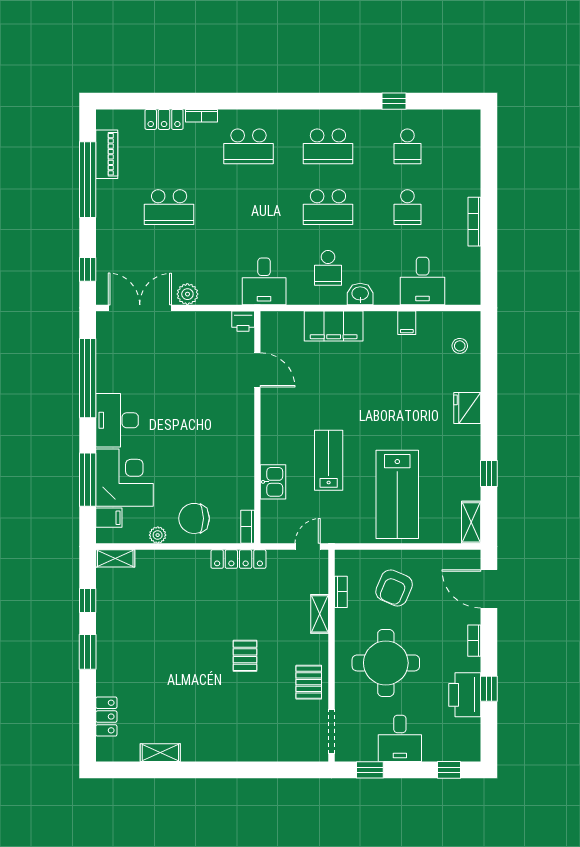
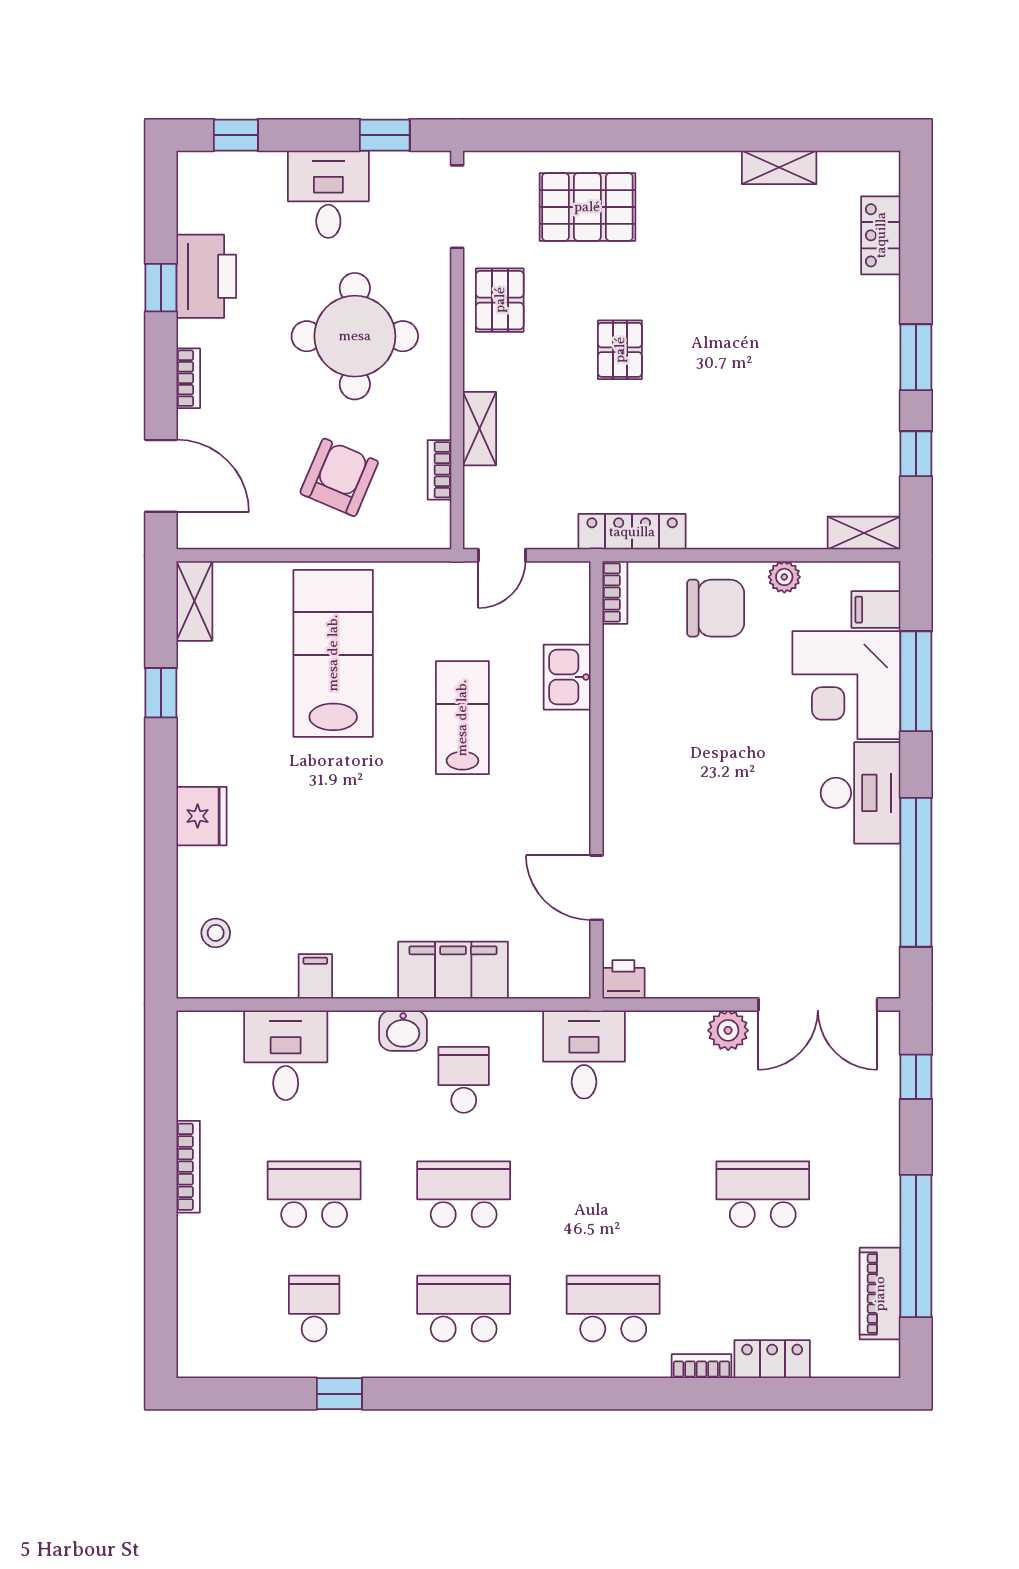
school desk: (407, 207) -> (314, 1194), width x1.85
lab bench: (329, 460) -> (462, 718), turned 180
pallet: (262, 732) -> (587, 207), added

